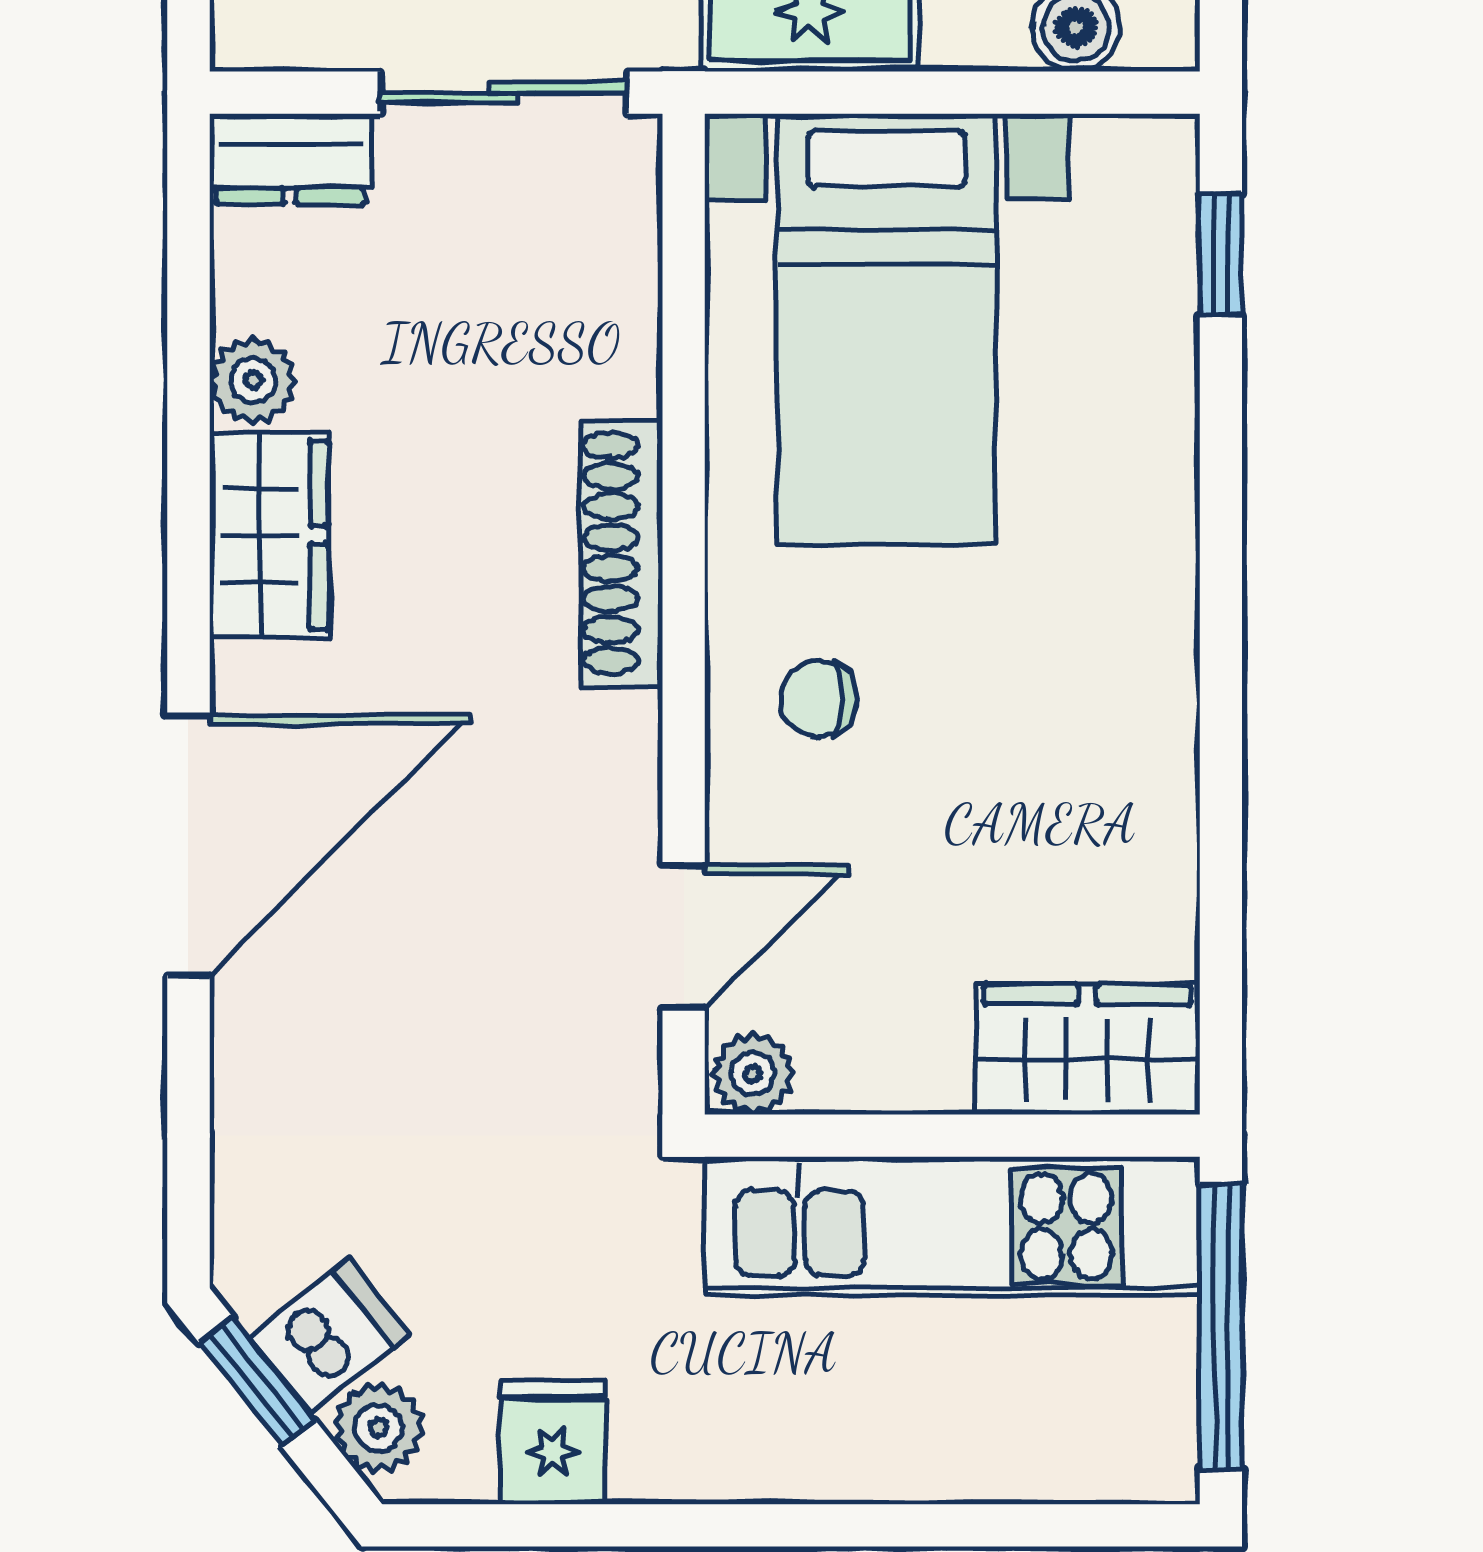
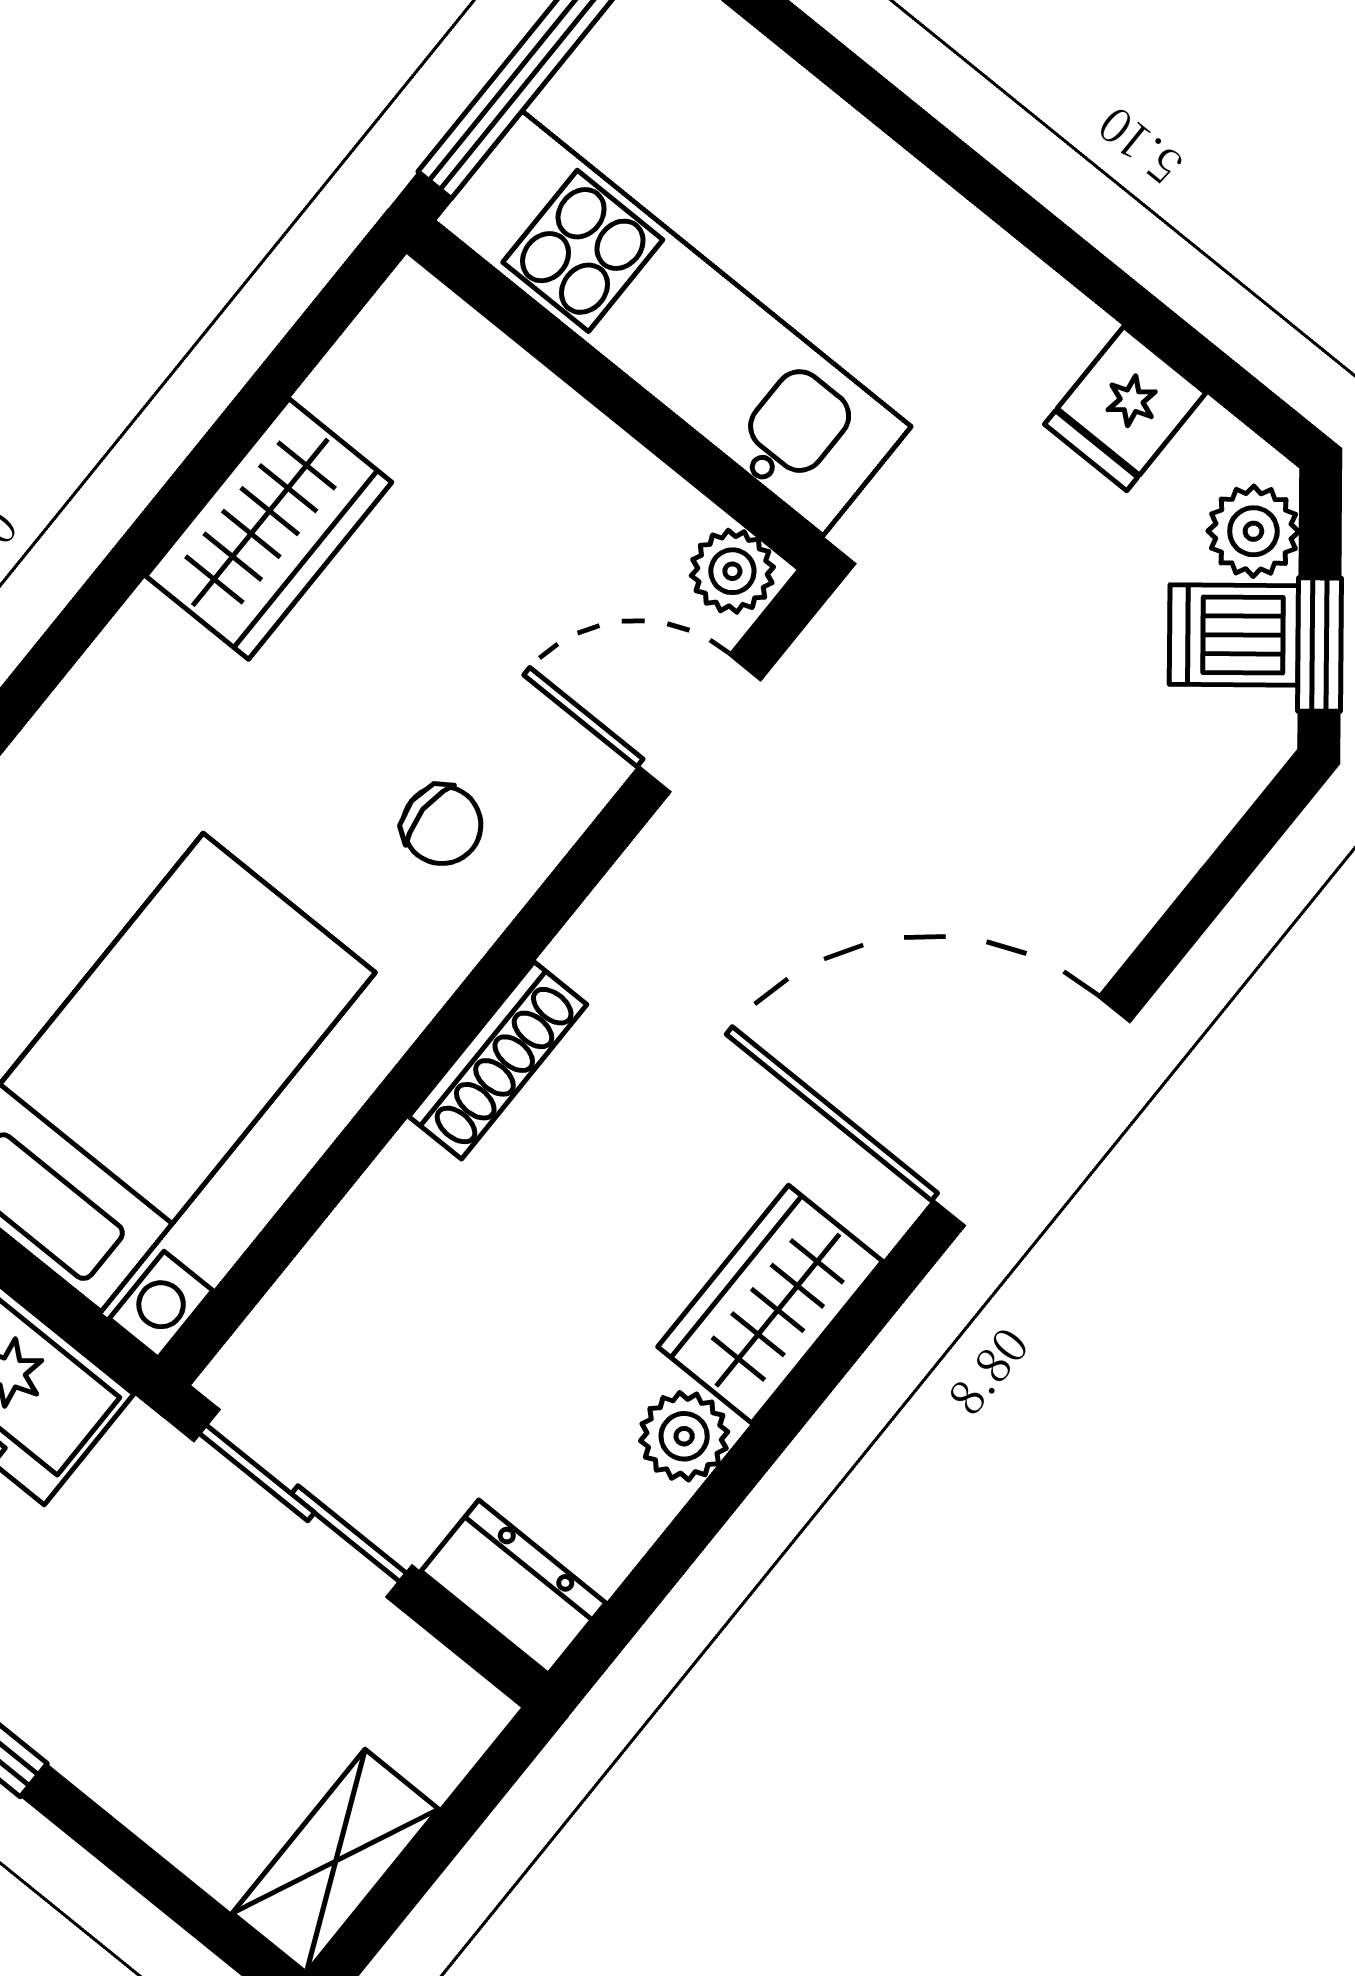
shoe rack: (621, 553) -> (498, 1060), width x0.74, depth x0.81
wardrobe: (1087, 1049) -> (269, 529), moved, turned -90

